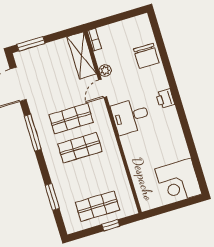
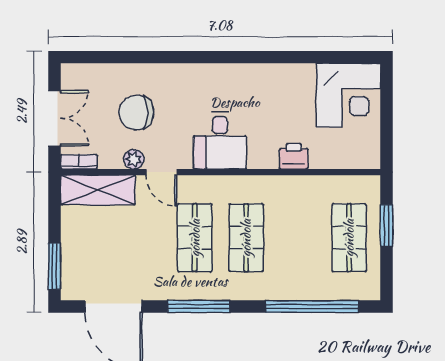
double door: (115, 19) -> (54, 118), added
chair: (146, 56) -> (136, 112), moved, turned 180
printer: (165, 99) -> (294, 156), moved, turned 180
window: (52, 197) -> (312, 306), width x2.11
window: (111, 225) -> (386, 226), width x1.50

